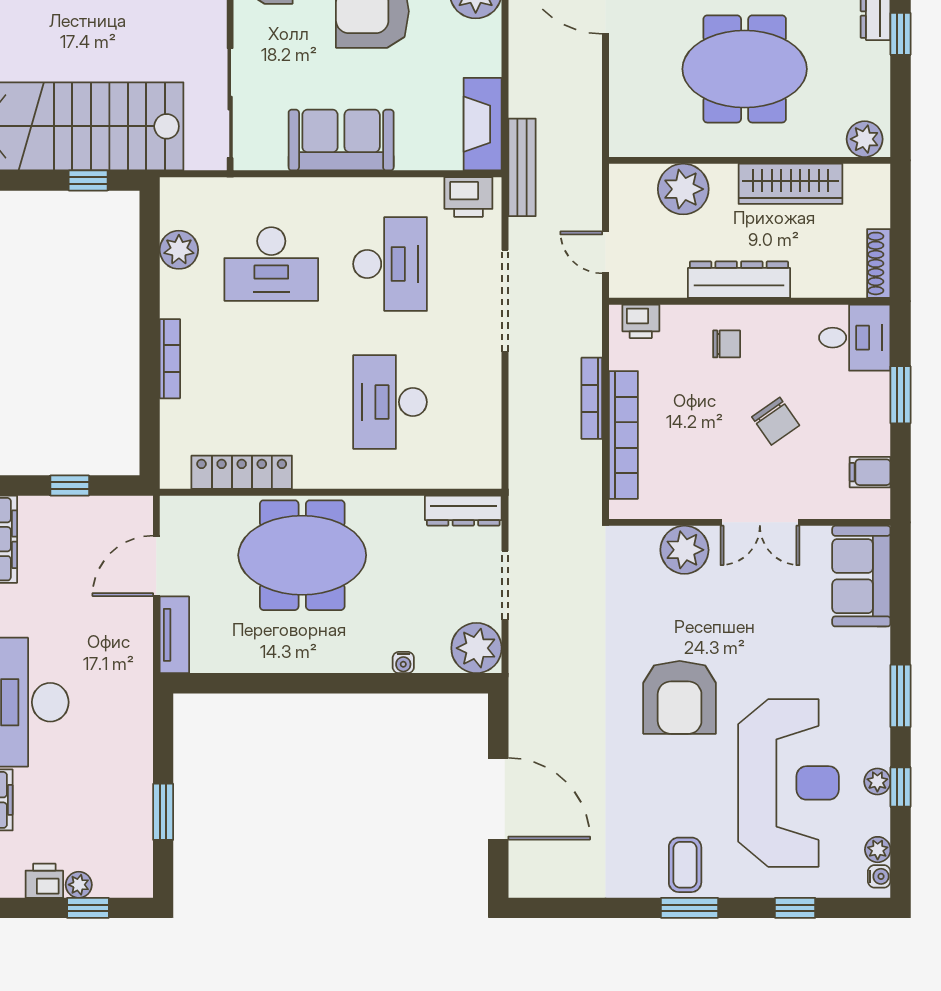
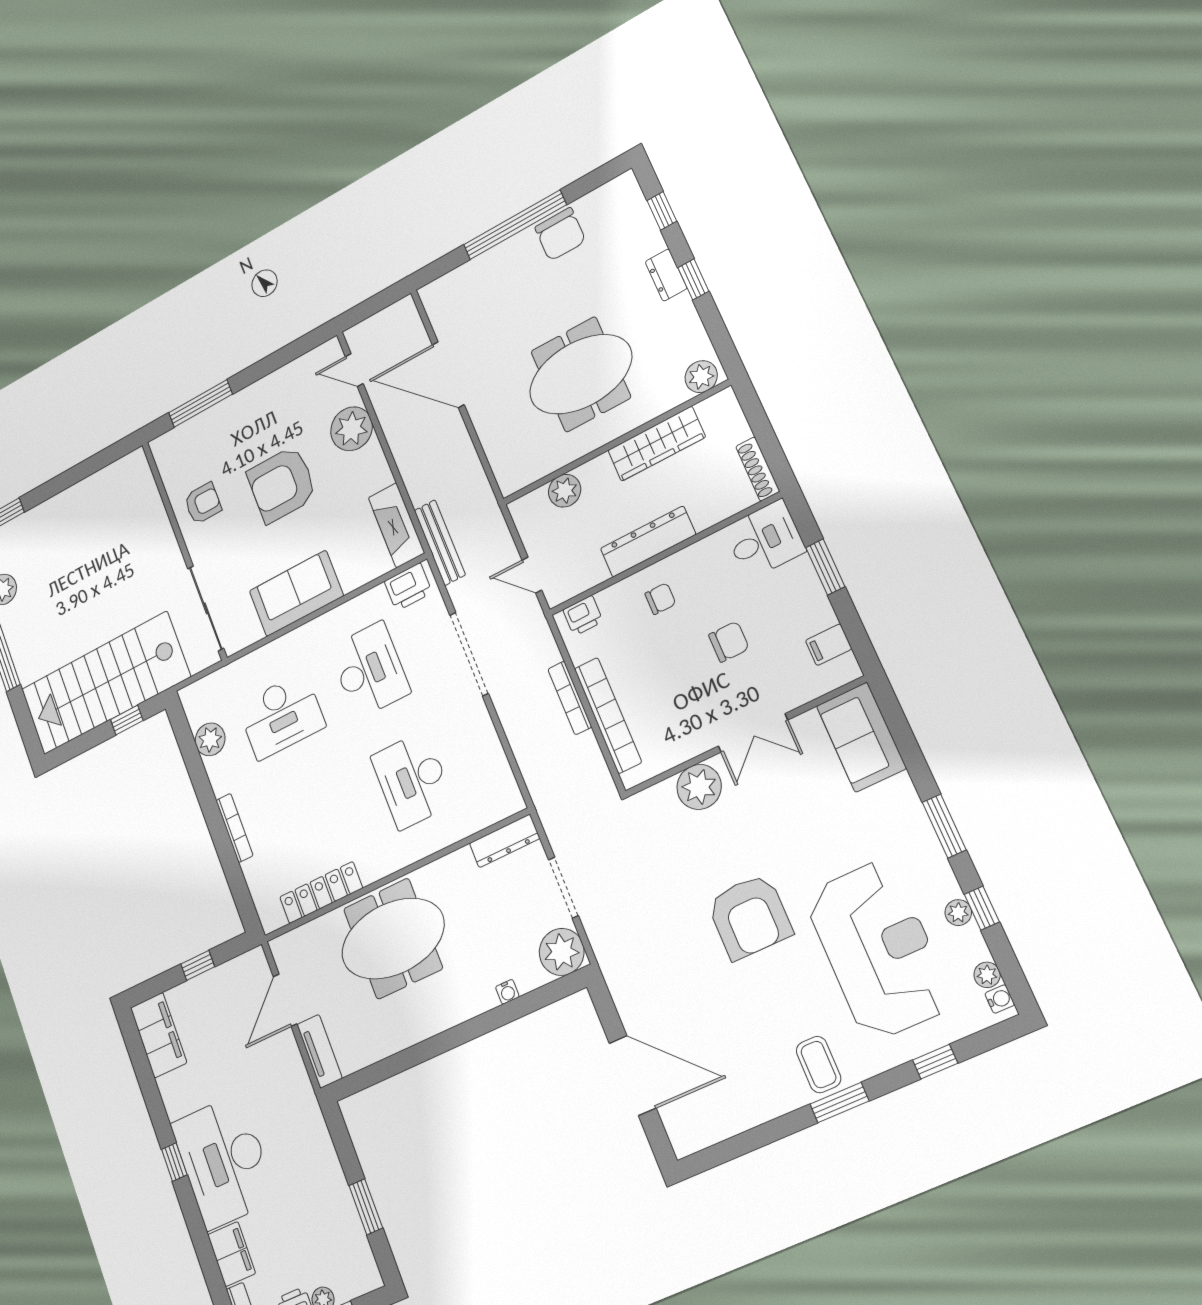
plant: (683, 189) -> (565, 491), width x0.73, depth x0.73
chair: (776, 421) -> (729, 642), turned -55

